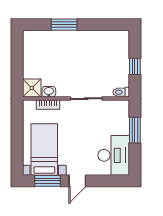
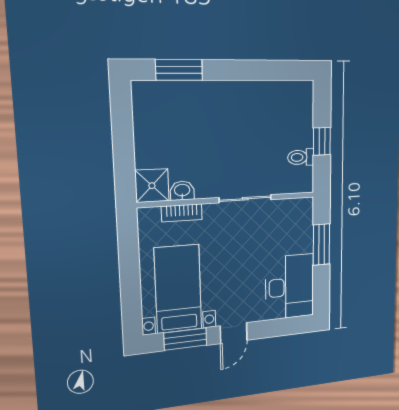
window: (64, 25) -> (179, 70), moved
toilet: (121, 92) -> (301, 157), moved

